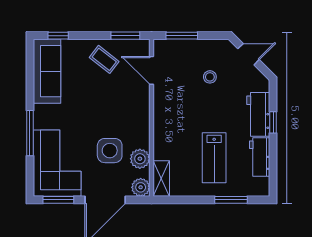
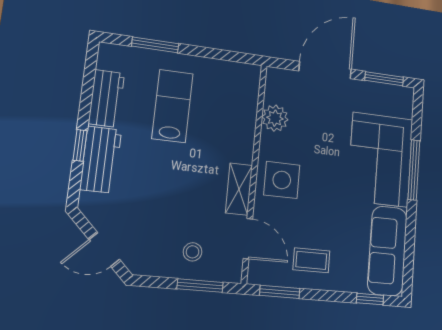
coffee table: (104, 59) -> (311, 260), turned -38
stool: (210, 77) -> (193, 252), moved
side table: (110, 151) -> (282, 180), moved
corner sofa: (57, 163) -> (380, 159), moved
shelving: (161, 179) -> (239, 189), moved
plant: (141, 187) -> (277, 80), removed

